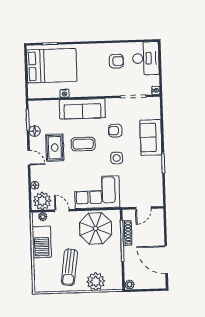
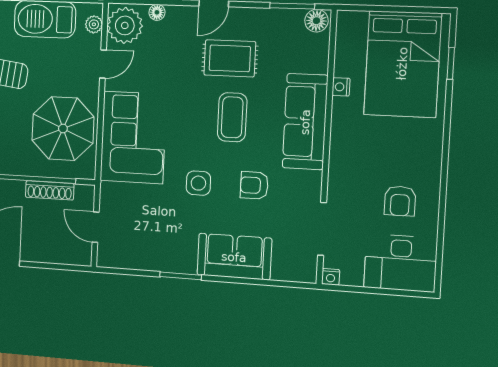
floor lamp: (35, 131) -> (316, 21), moved
armchair: (115, 131) -> (254, 185), turned -90

